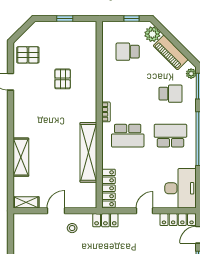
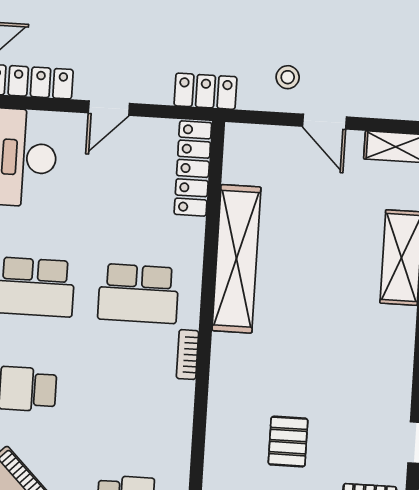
school desk: (128, 136) -> (138, 294), turned 180
door: (56, 211) -> (325, 122), hinge flipped

